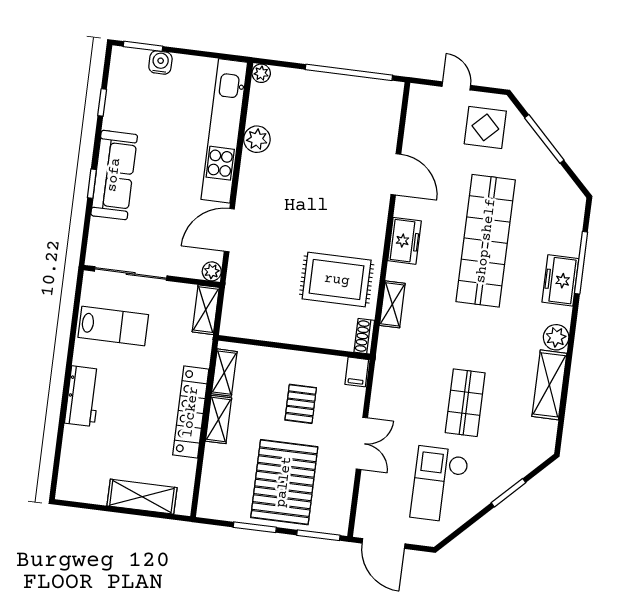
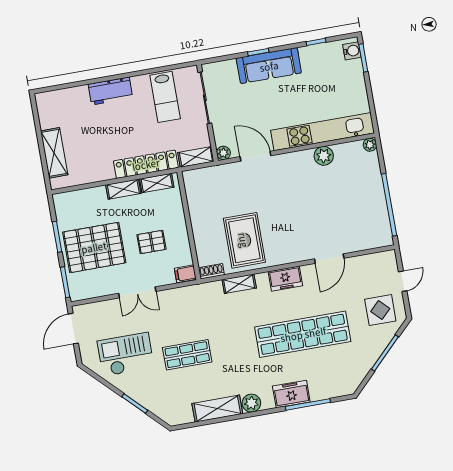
water cooler: (160, 62) -> (352, 51), moved
locker: (191, 412) -> (146, 164), moved

